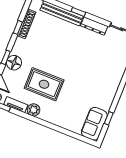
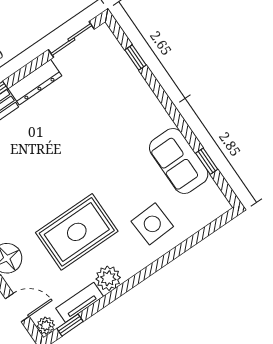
side table: (68, 113) -> (152, 224), added
sofa: (94, 124) -> (179, 161), moved

